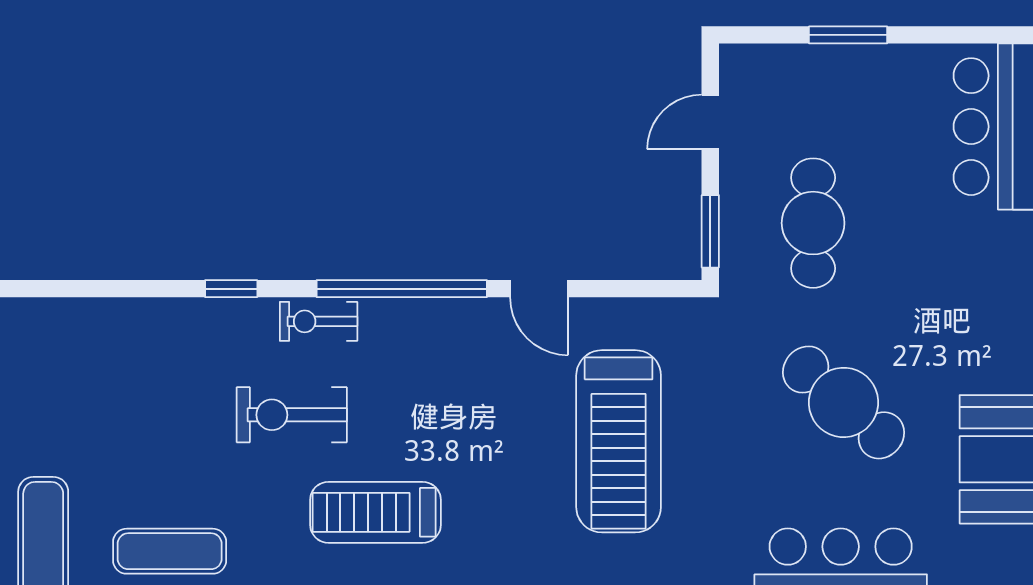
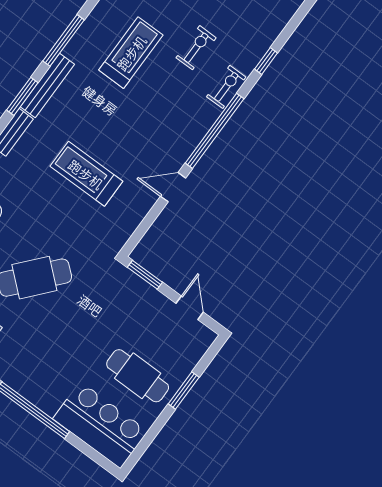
cafe table: (813, 223) -> (138, 376), moved
exercise bike: (292, 415) -> (196, 48), width x0.73, depth x0.72
treadmill: (619, 441) -> (86, 174), width x0.73, depth x0.73

